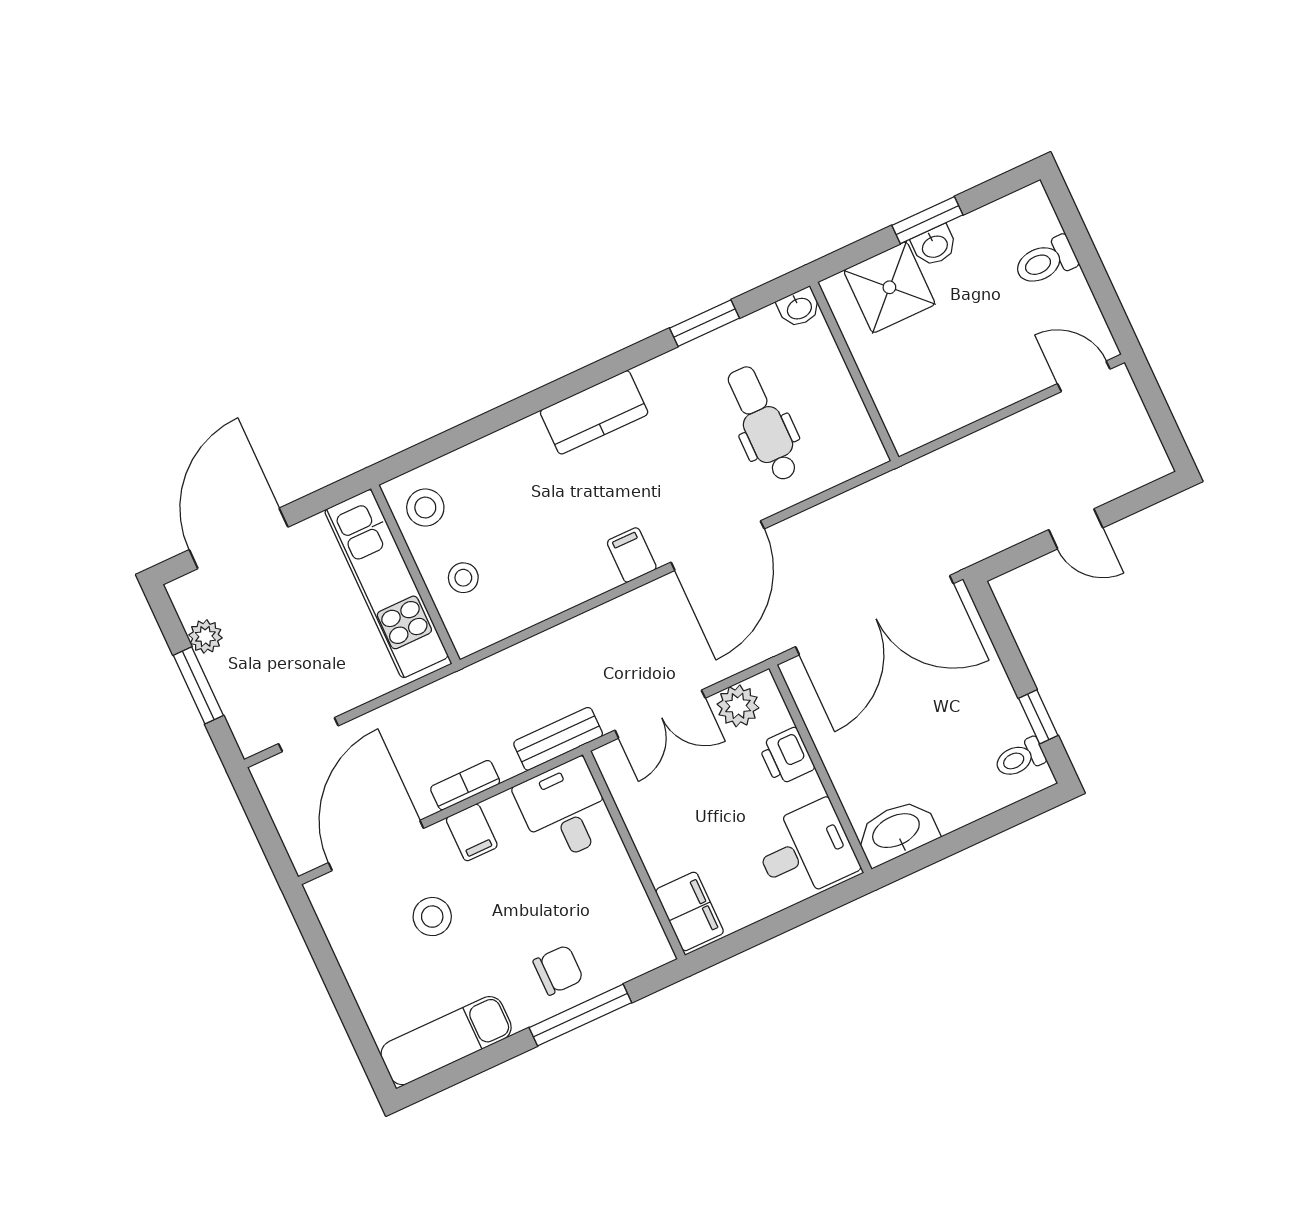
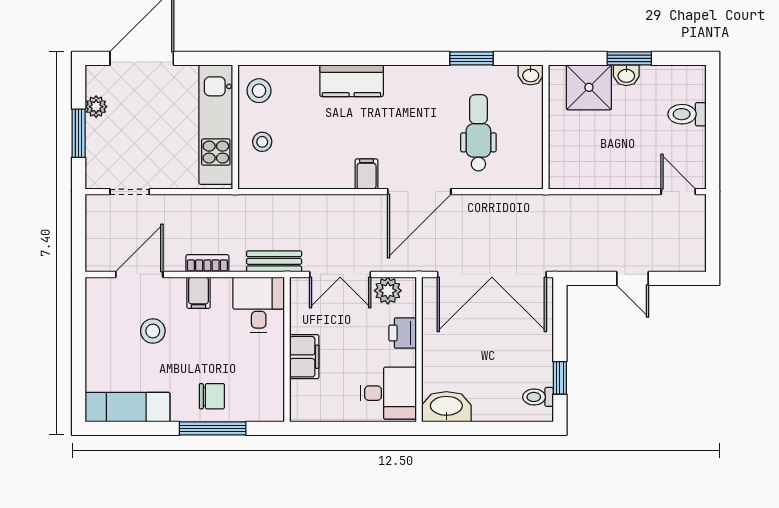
kitchen counter: (594, 412) -> (352, 81), moved
door: (376, 845) -> (139, 274), width x0.73
filing cabinet: (690, 911) -> (304, 357), moved

